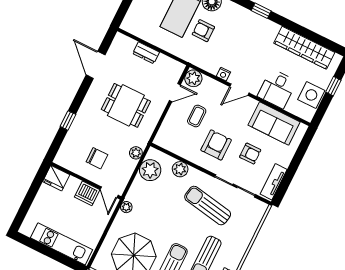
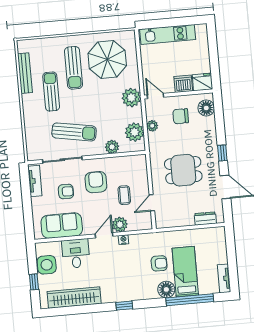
dresser: (146, 53) -> (205, 219), moved
plant: (193, 78) -> (120, 225), moved
window: (68, 120) -> (222, 153), moved
armchair: (216, 145) -> (96, 182), turned 180
floor lamp: (68, 151) -> (206, 108), added
plant: (136, 153) -> (152, 126), moved
armchair: (250, 154) -> (66, 192), turned 180
dishwasher: (87, 193) -> (183, 84), moved
plant: (126, 207) -> (131, 98), width x1.88, depth x1.88

